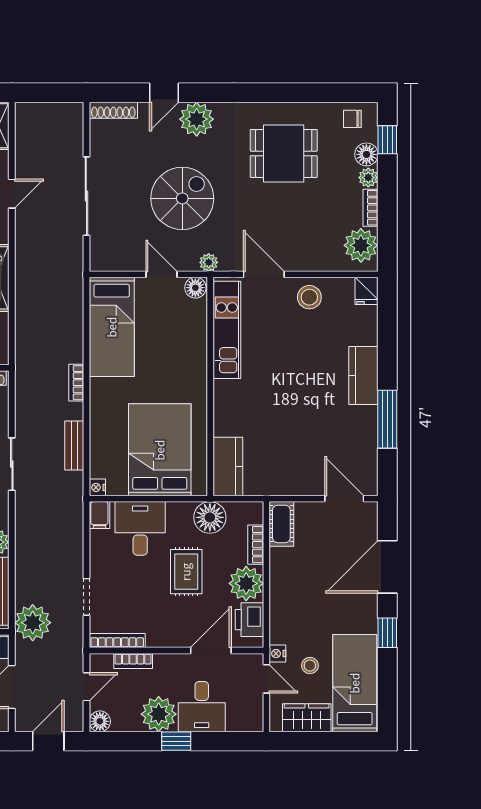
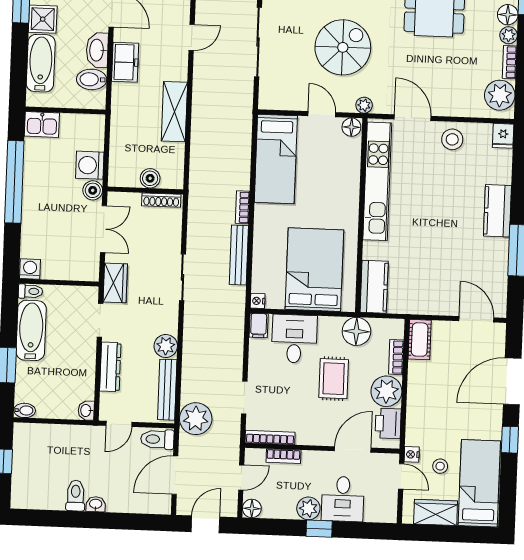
kitchen unit: (227, 330) -> (377, 181), width x1.36
bench: (74, 446) -> (239, 255), width x1.36
plant: (159, 714) -> (308, 508), width x0.73, depth x0.73

